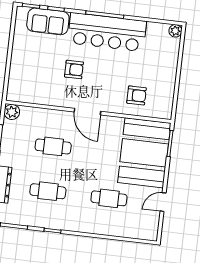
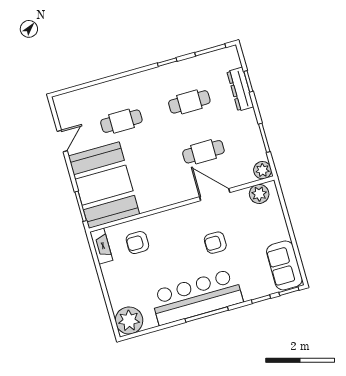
sofa: (48, 21) -> (284, 265), moved, turned -90
plant: (175, 31) -> (129, 320), width x1.88, depth x1.88
plant: (22, 94) -> (259, 194), added
fireplace: (167, 105) -> (101, 246), added
door: (87, 112) -> (215, 195), moved

